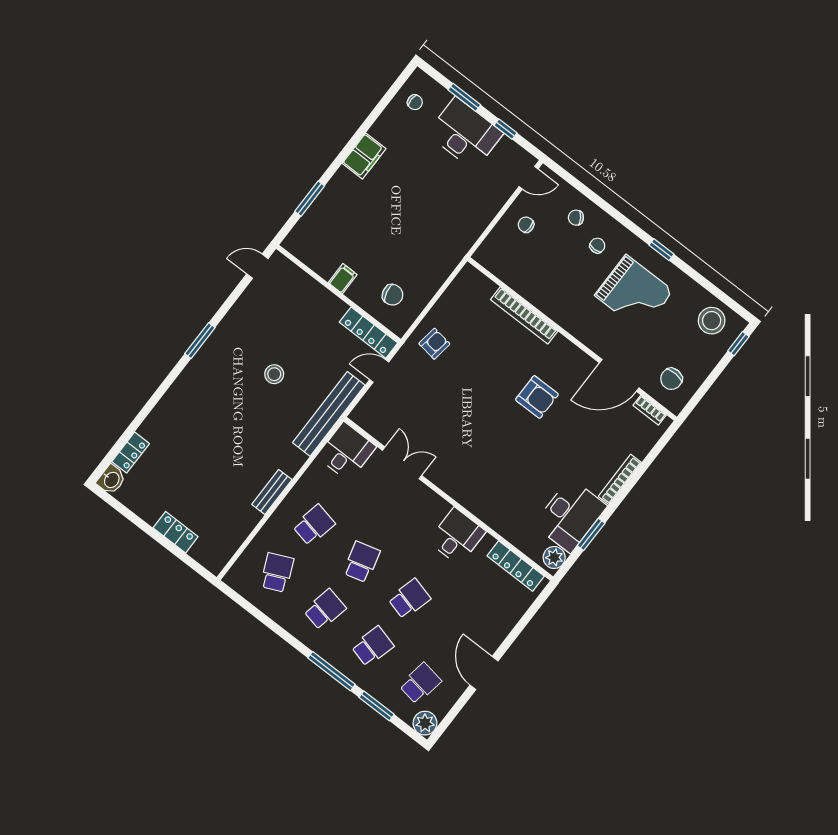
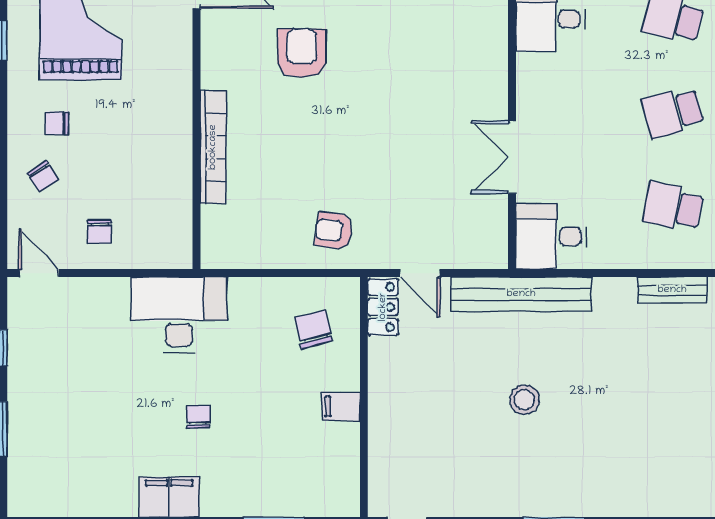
chair: (415, 102) -> (198, 417), moved
desk: (465, 133) -> (179, 315), moved, turned 90
locker: (368, 333) -> (383, 307), width x0.66

